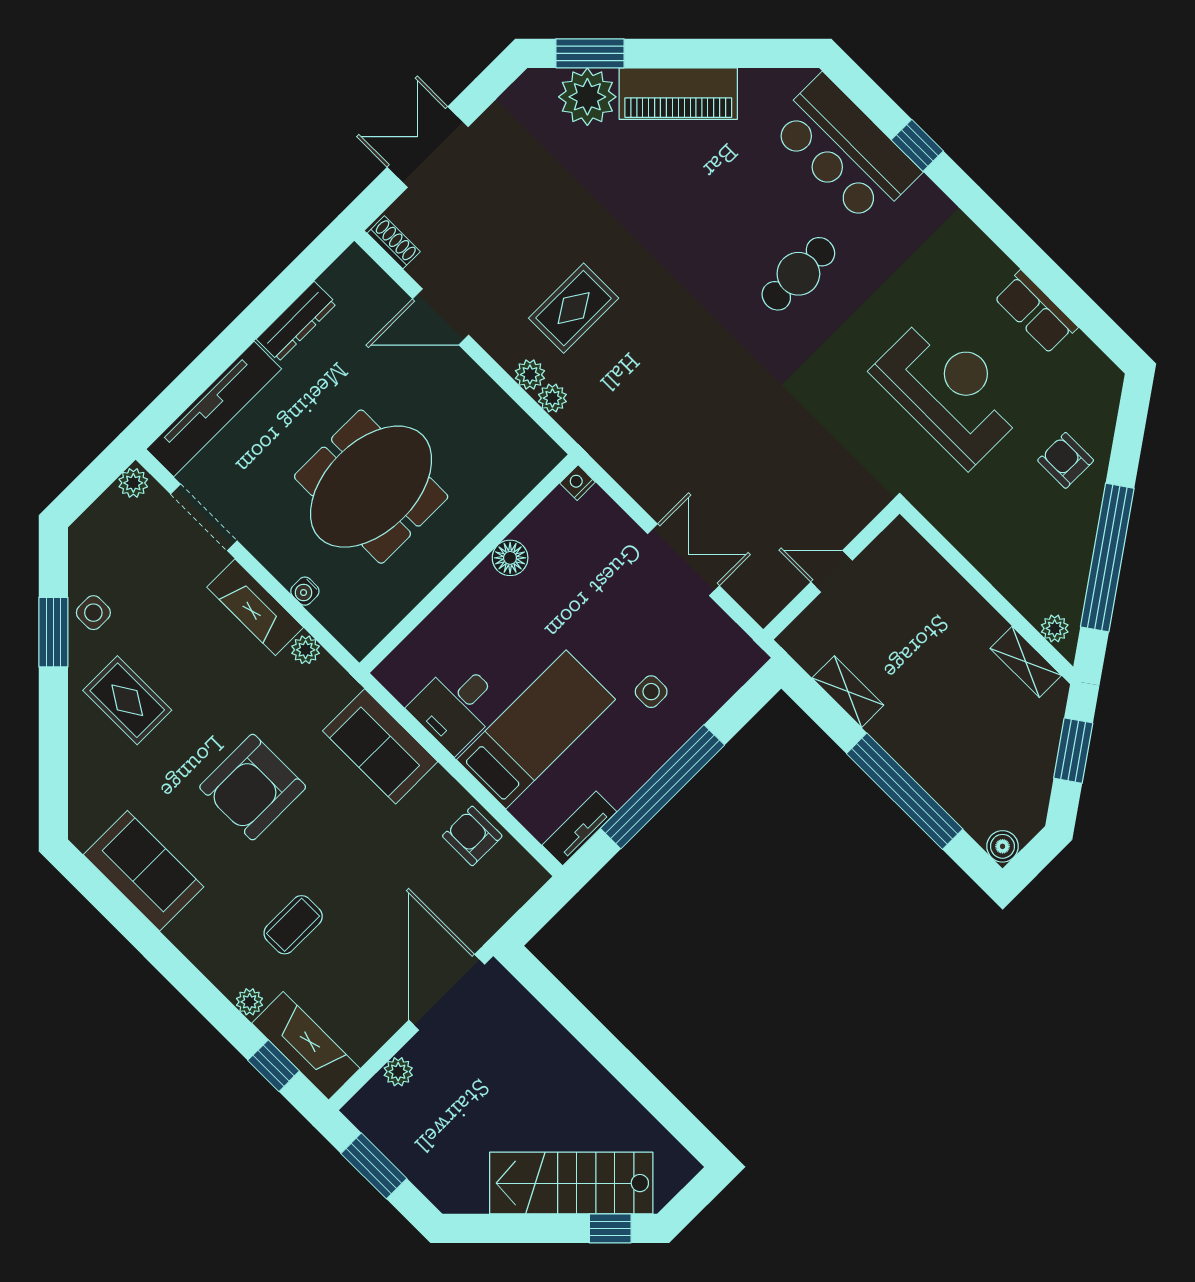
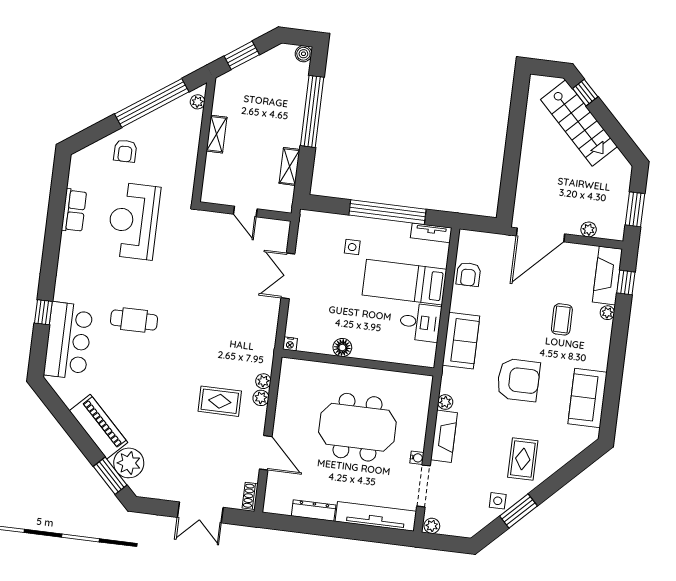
water cooler: (305, 591) -> (417, 458), moved
shelving: (1026, 662) -> (217, 134), moved
coffee table: (293, 925) -> (562, 319), turned 90

